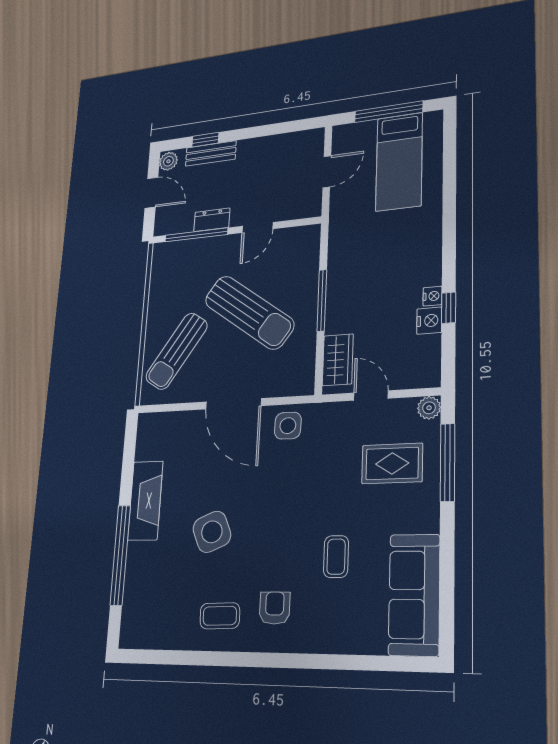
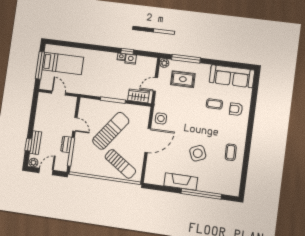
rug: (392, 463) -> (183, 79), turned 90
armchair: (275, 608) -> (236, 109), moved

